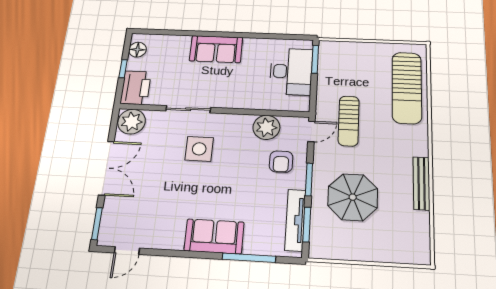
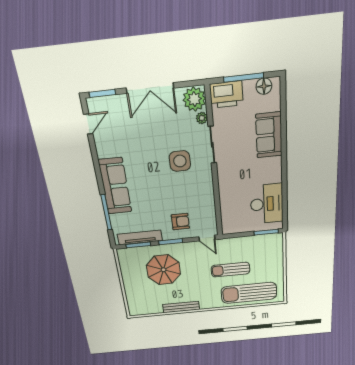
sofa: (216, 49) -> (269, 135), moved
window: (123, 69) -> (244, 78), width x2.17
desk: (291, 71) -> (267, 204), moved, turned -90
sun lounger: (349, 121) -> (230, 270), moved
plant: (266, 127) -> (202, 118), moved, width x0.53, depth x0.53
armchair: (281, 162) -> (180, 222), turned 180
sofa: (214, 236) -> (115, 186), width x1.36
door: (127, 250) -> (88, 124), swing flipped

